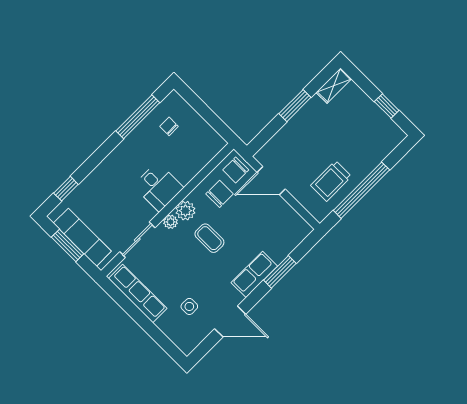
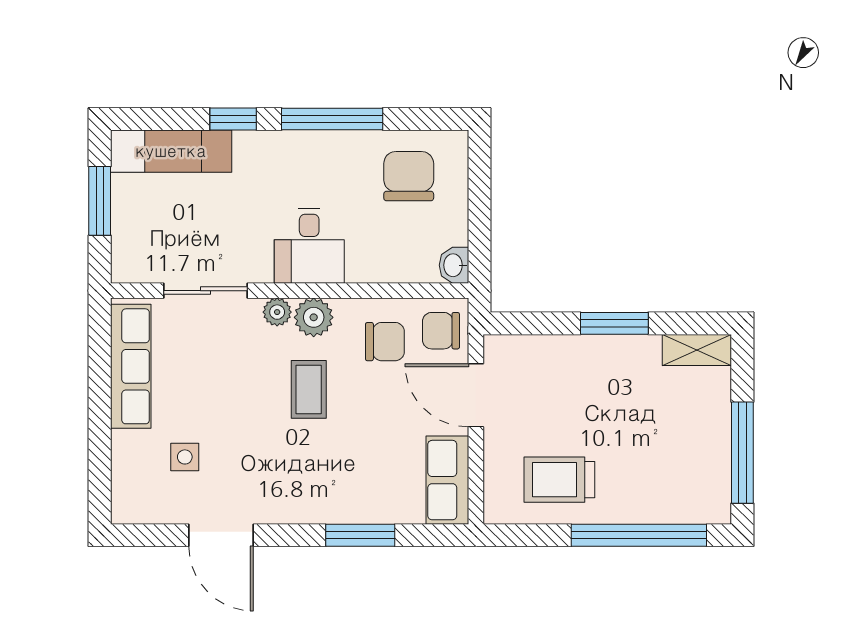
window: (387, 106) -> (742, 453), width x2.17
window: (138, 117) -> (332, 119), moved
chair: (169, 126) -> (409, 176), width x1.87, depth x1.87
washbasin: (217, 142) -> (454, 265), added
window: (66, 189) -> (233, 119), moved
window: (361, 190) -> (639, 535), moved
exam couch: (82, 237) -> (171, 151), moved, turned 90
row of seats: (254, 274) -> (447, 480), moved, turned -90

